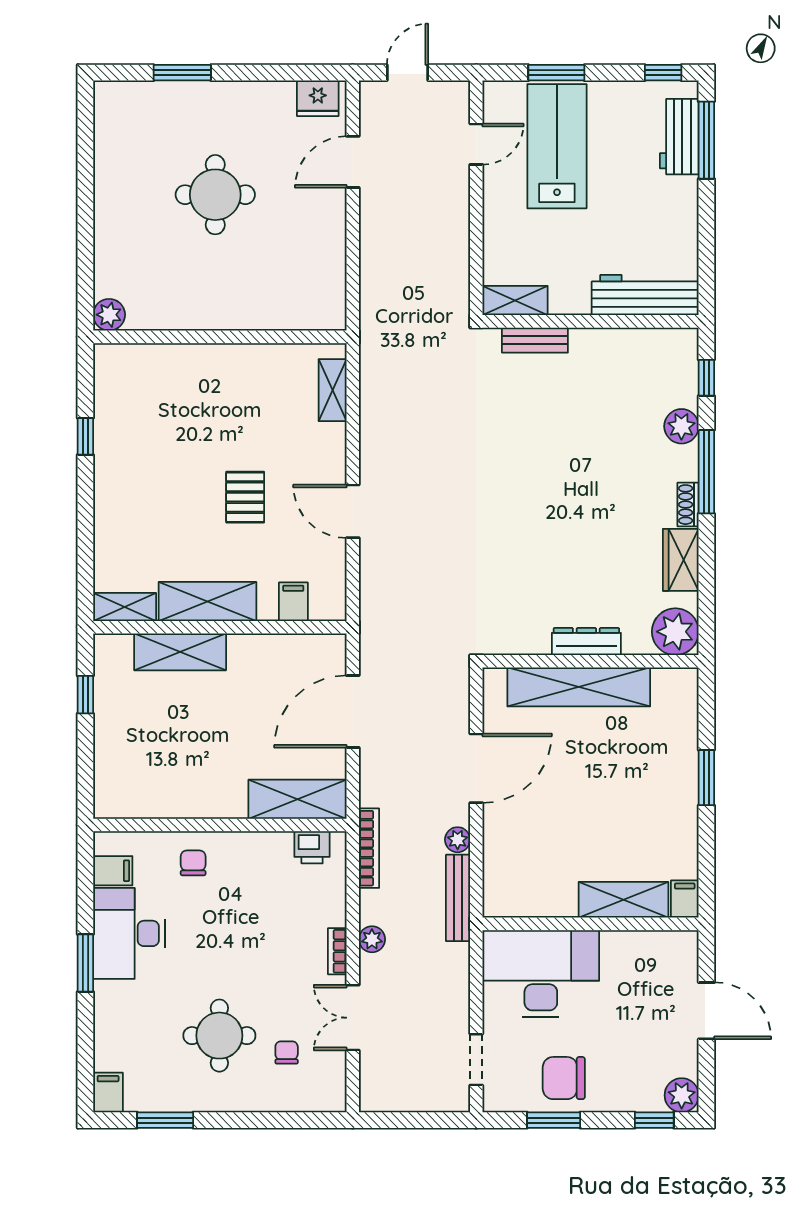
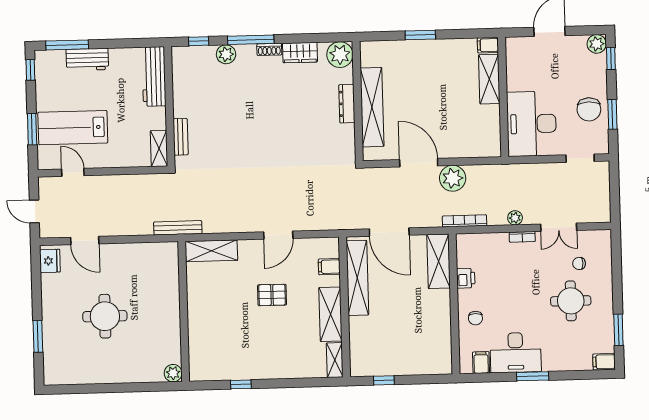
workbench: (679, 137) -> (87, 59), moved
shelving: (333, 390) -> (211, 251), width x1.50, depth x1.33
shelving: (180, 652) -> (357, 278), moved, width x1.47
plant: (458, 840) -> (453, 178), width x1.88, depth x1.88
printer: (312, 847) -> (466, 278), moved
chair: (193, 863) -> (475, 318), turned -90
bench: (458, 898) -> (178, 228), moved

